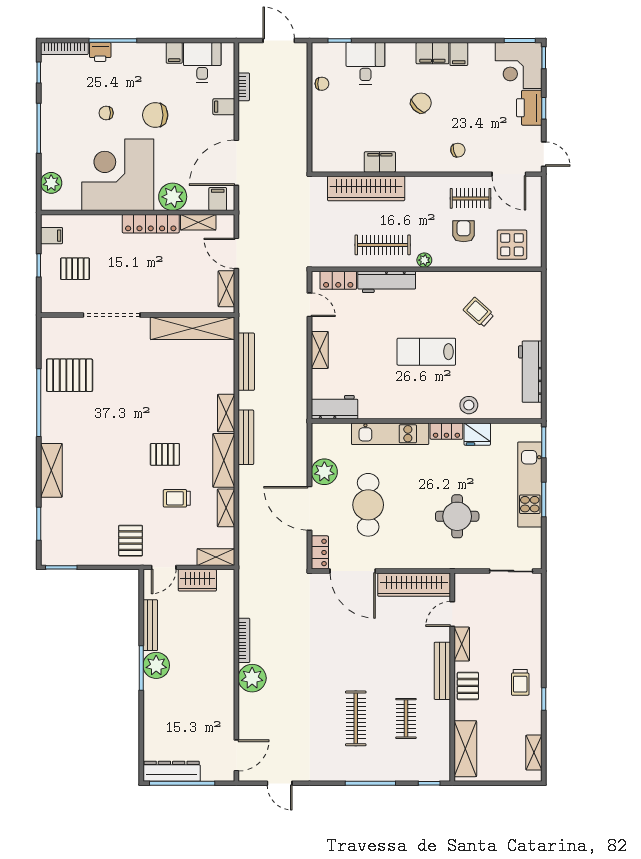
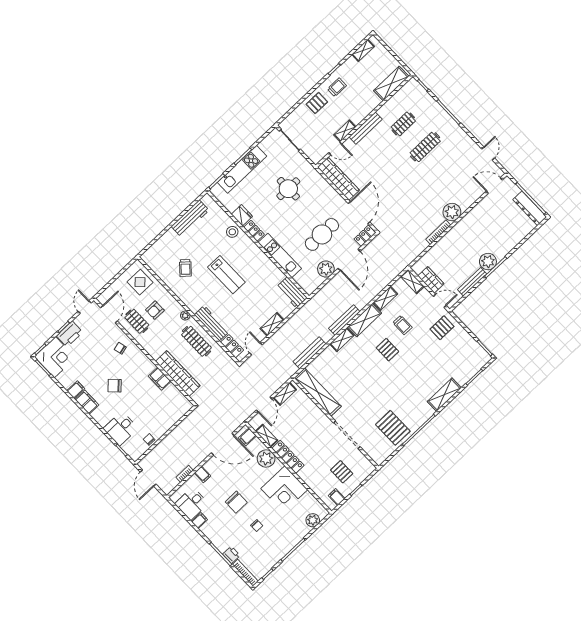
corner desk: (118, 175) -> (284, 489), width x0.74, depth x0.74
pallet: (468, 686) -> (317, 103), moved

